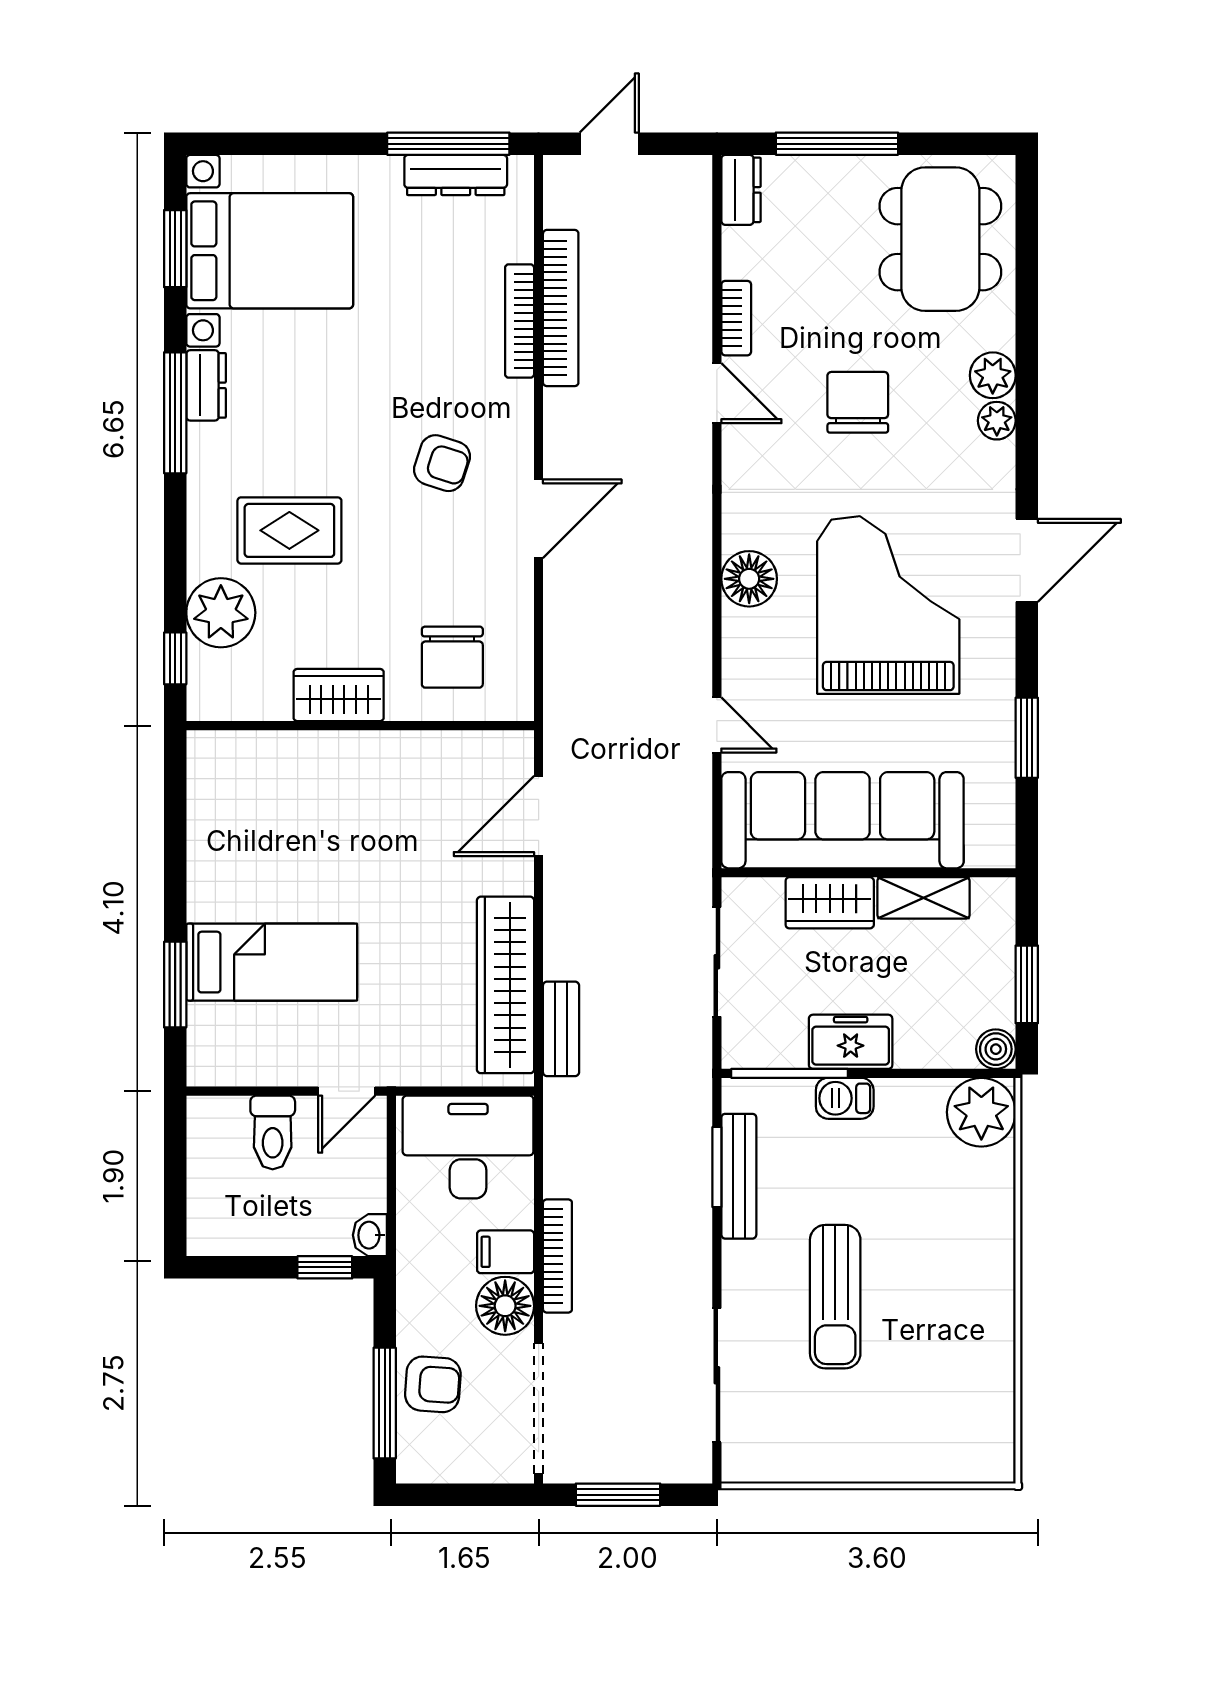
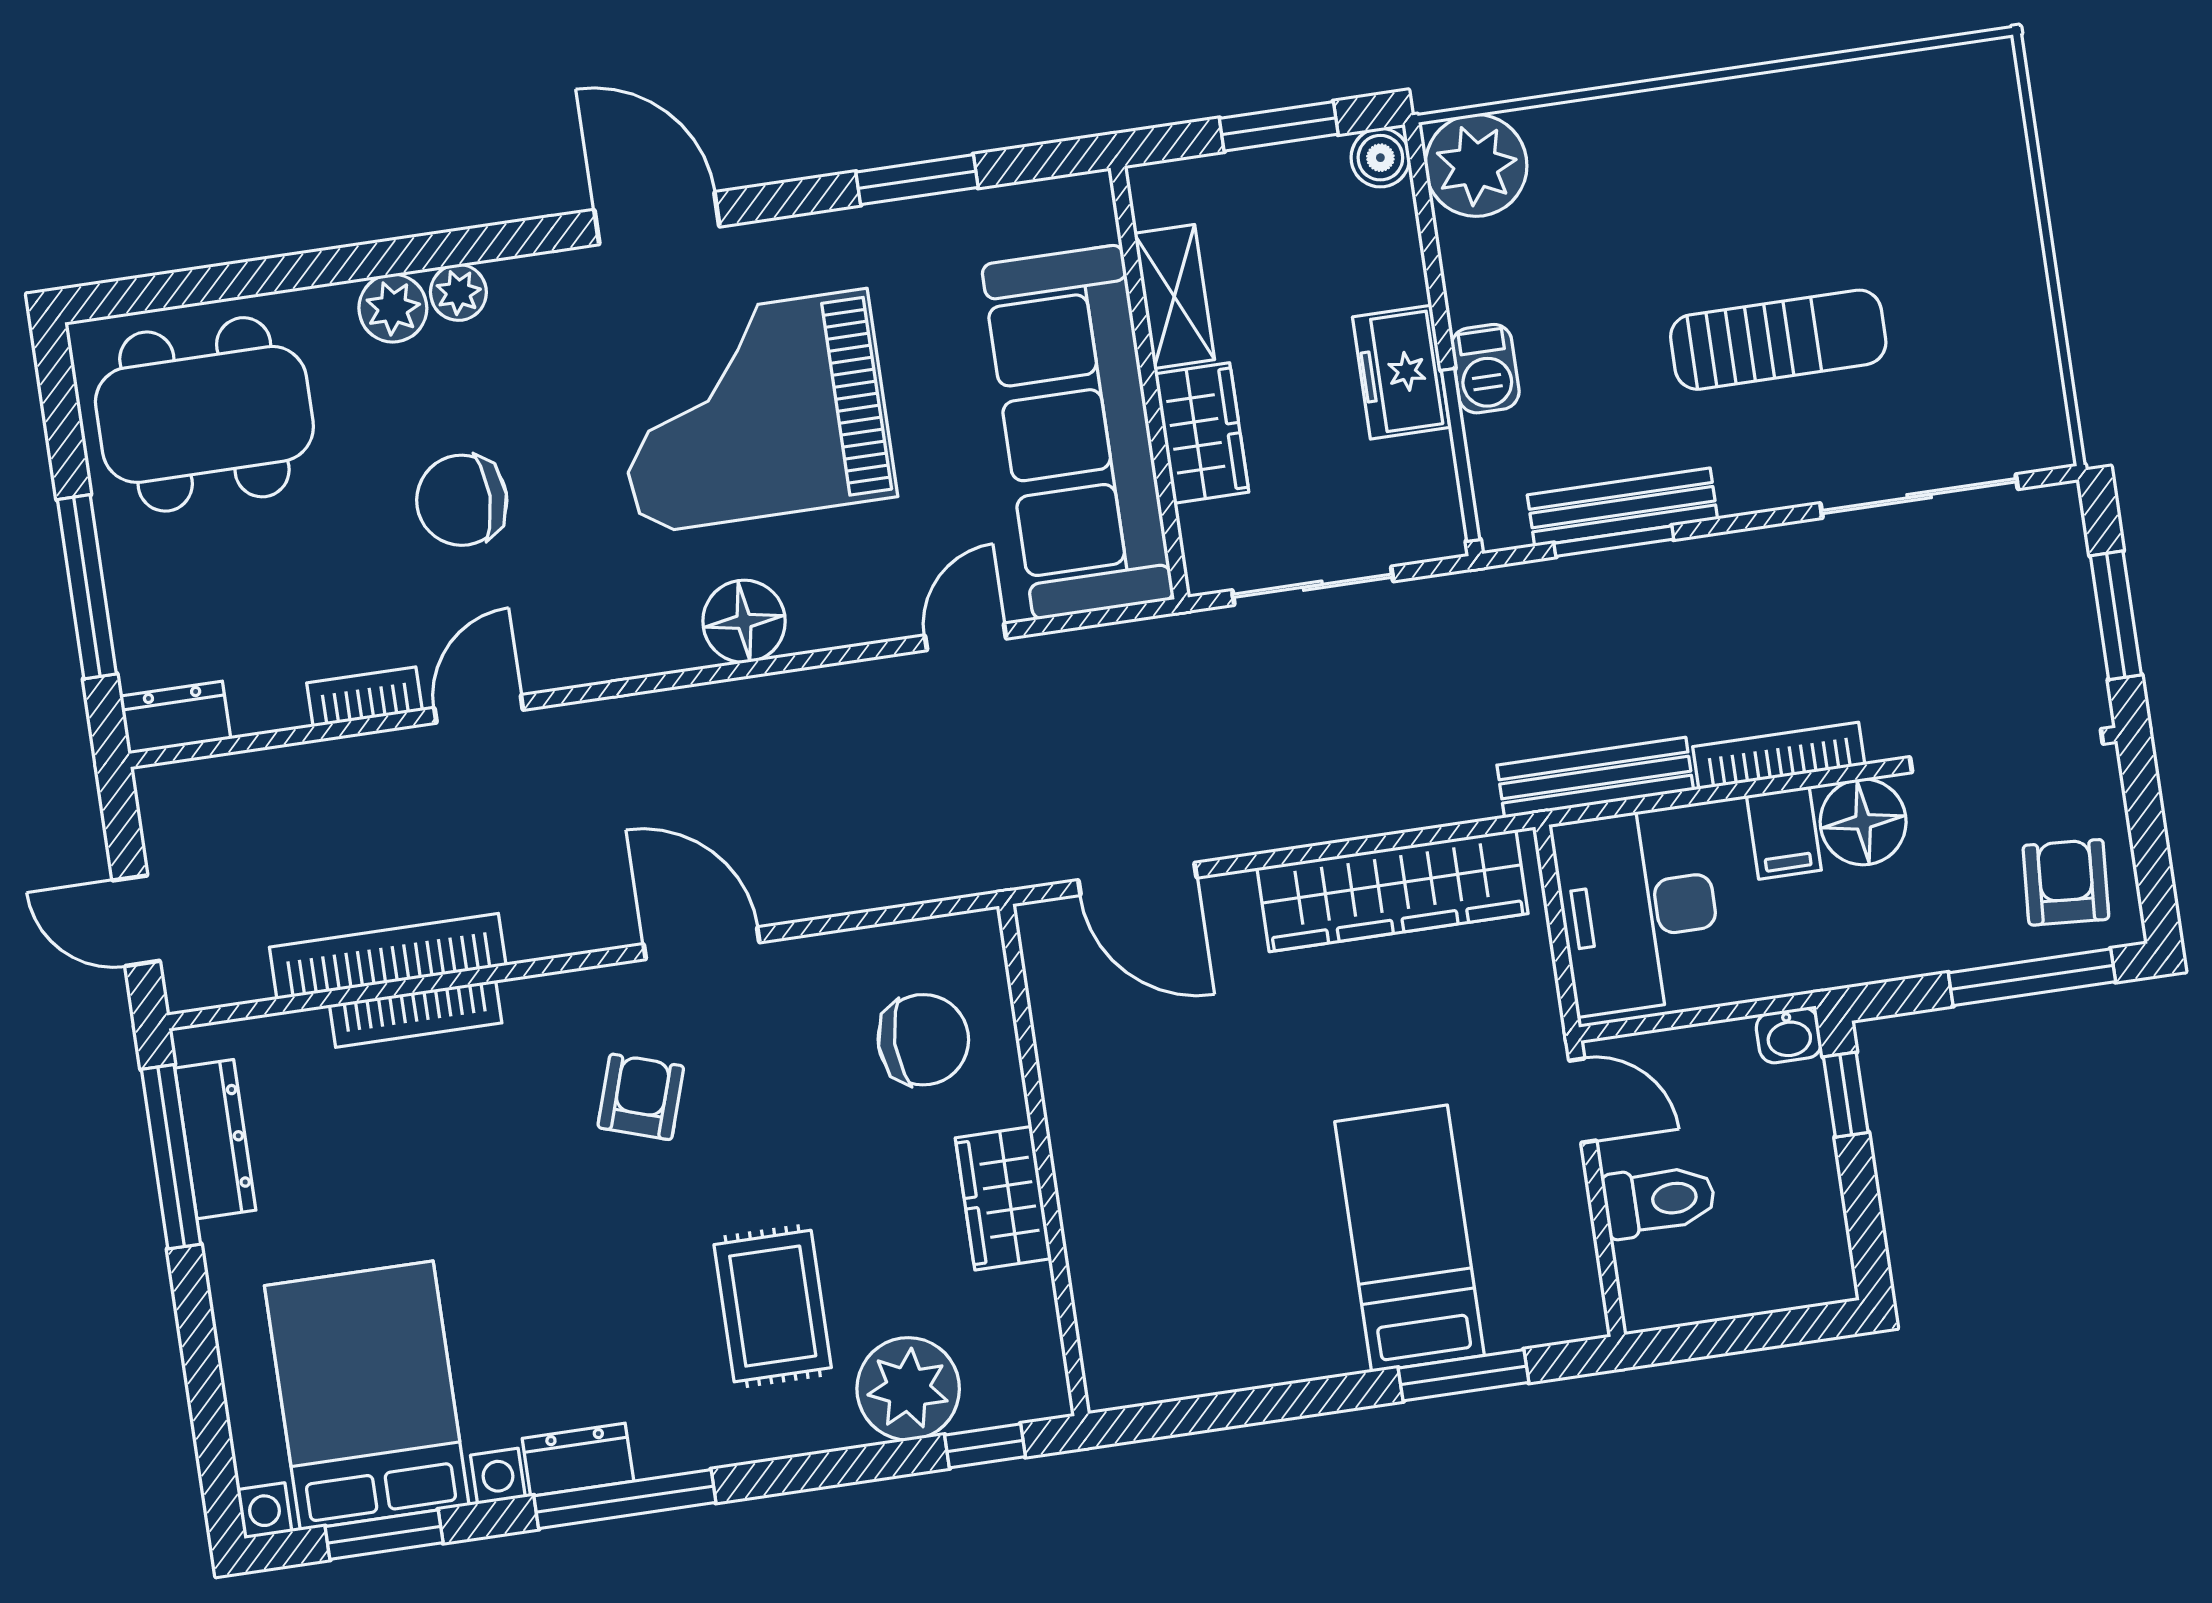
bench: (561, 1029) -> (1595, 778), moved, width x1.36
armchair: (433, 1384) -> (2066, 882), moved

